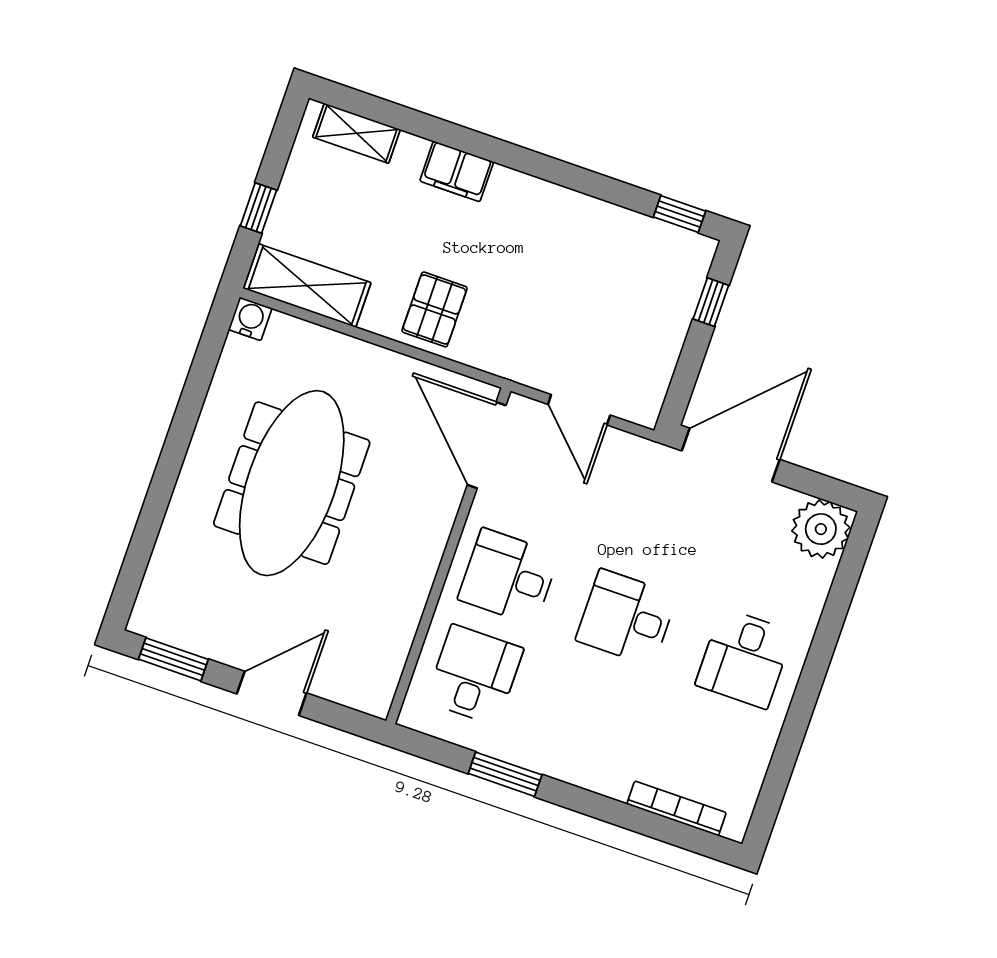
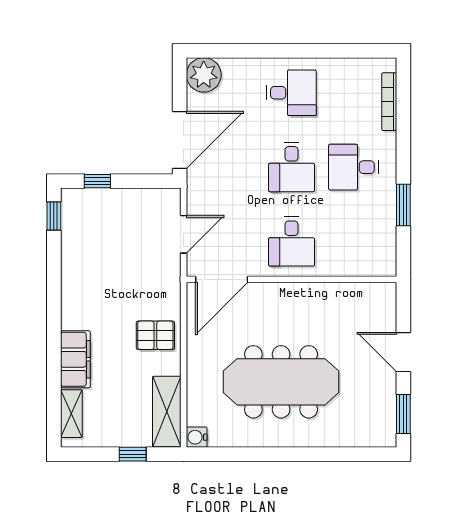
filing cabinet: (457, 171) -> (75, 359), width x1.50, depth x1.17
door: (731, 455) -> (180, 140), swing flipped
desk: (474, 675) -> (353, 167), moved

